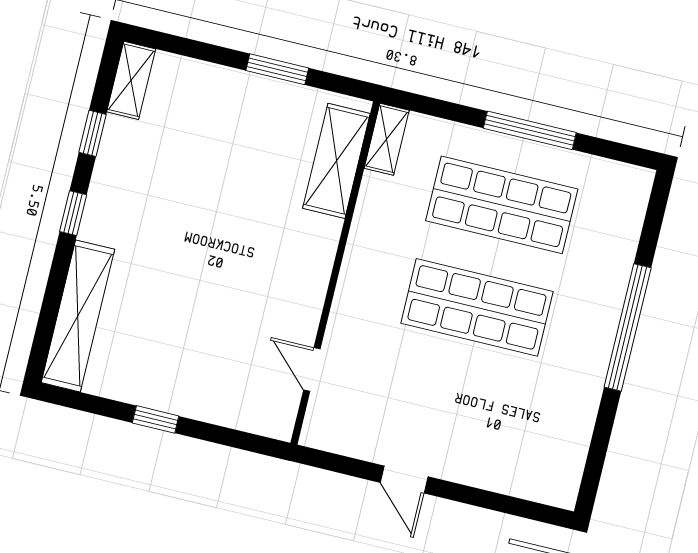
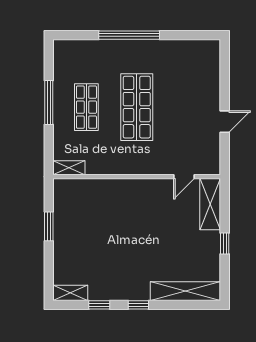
shelving: (336, 161) -> (210, 204), moved, turned 90
shop shelf: (502, 205) -> (86, 107), width x0.70, depth x0.74

